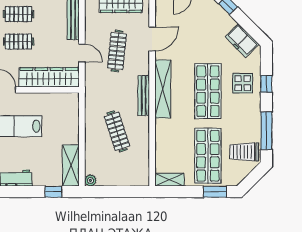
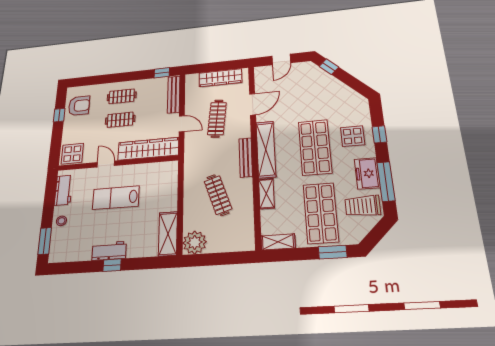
freezer: (242, 41) -> (367, 173), moved, turned 45
shelving: (161, 134) -> (266, 194), added
plant: (90, 180) -> (195, 242), width x1.88, depth x1.88
window: (53, 192) -> (112, 265), moved

